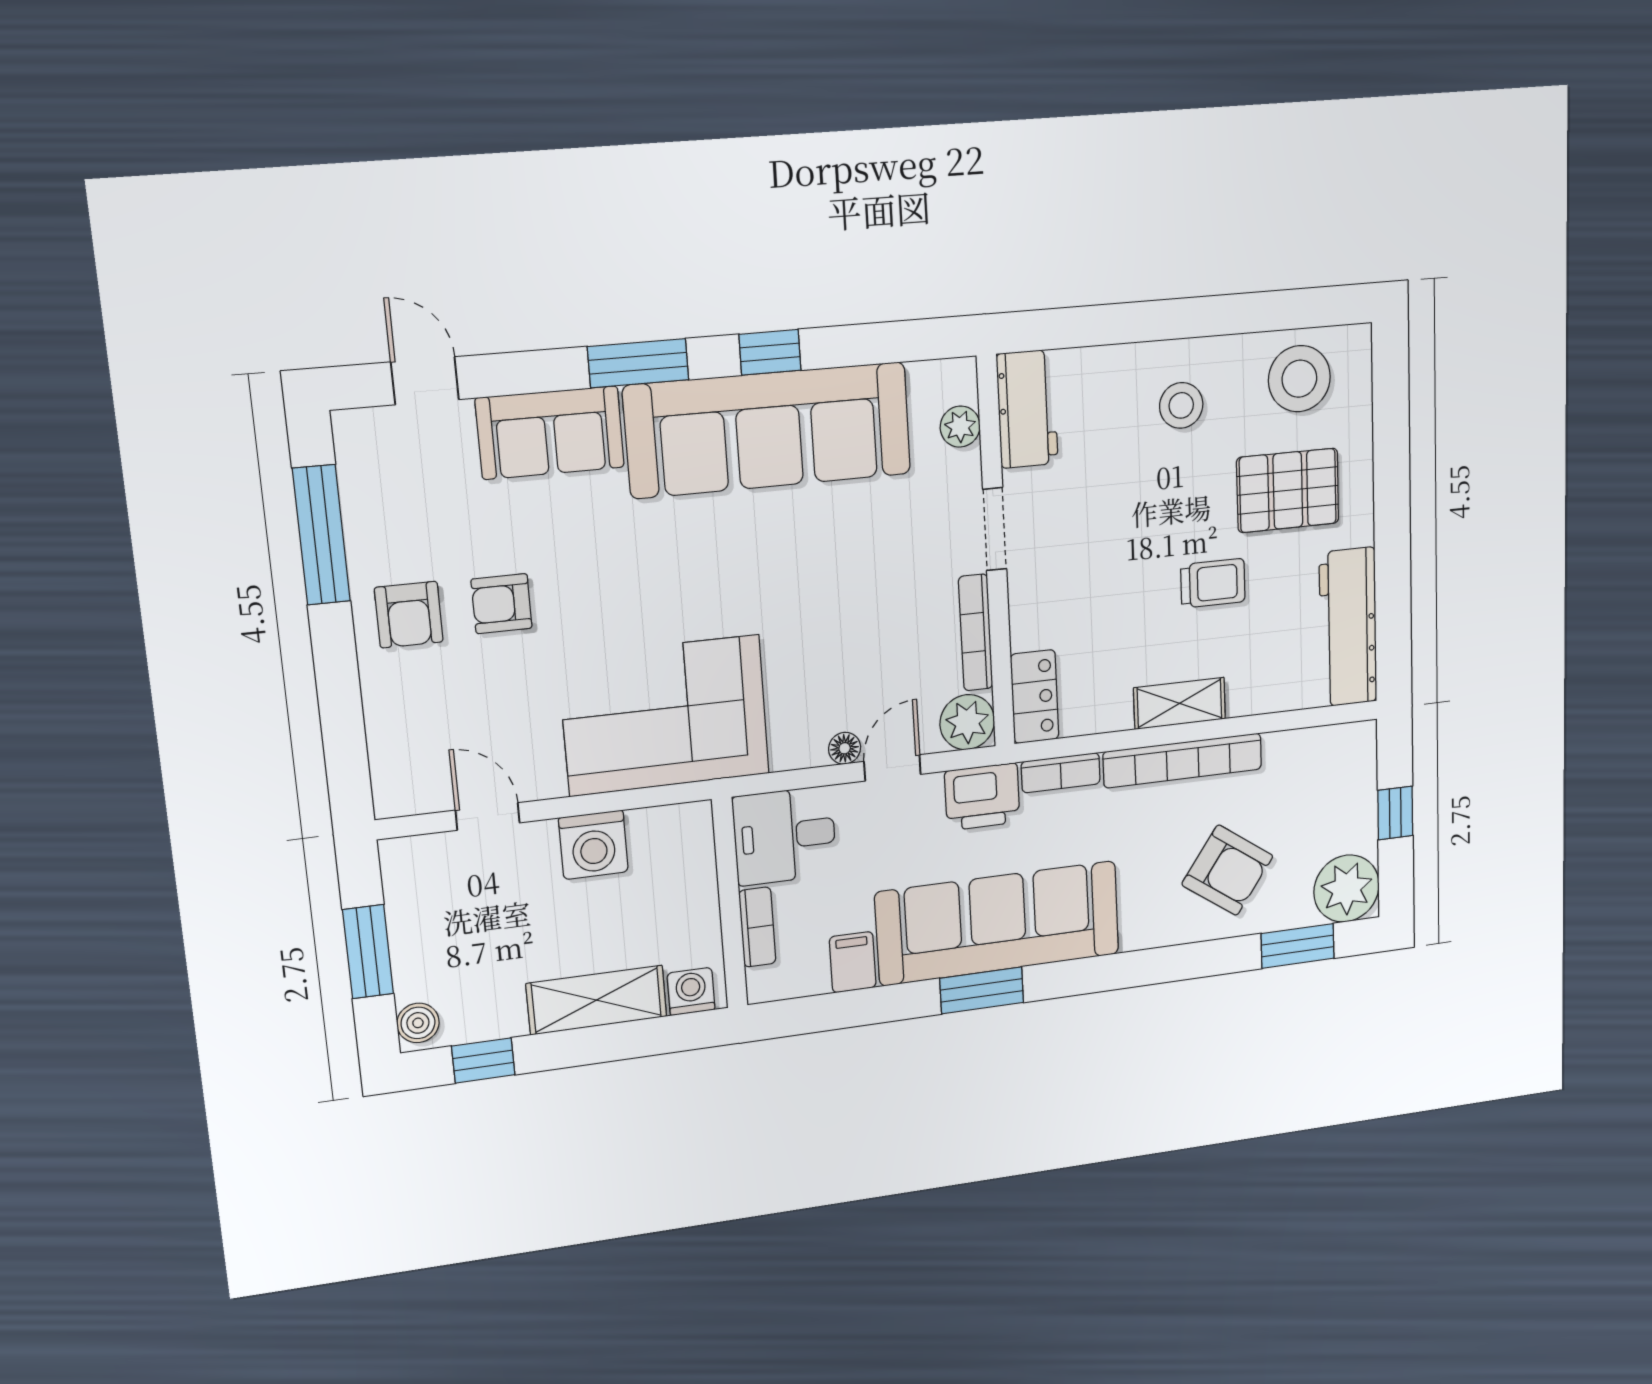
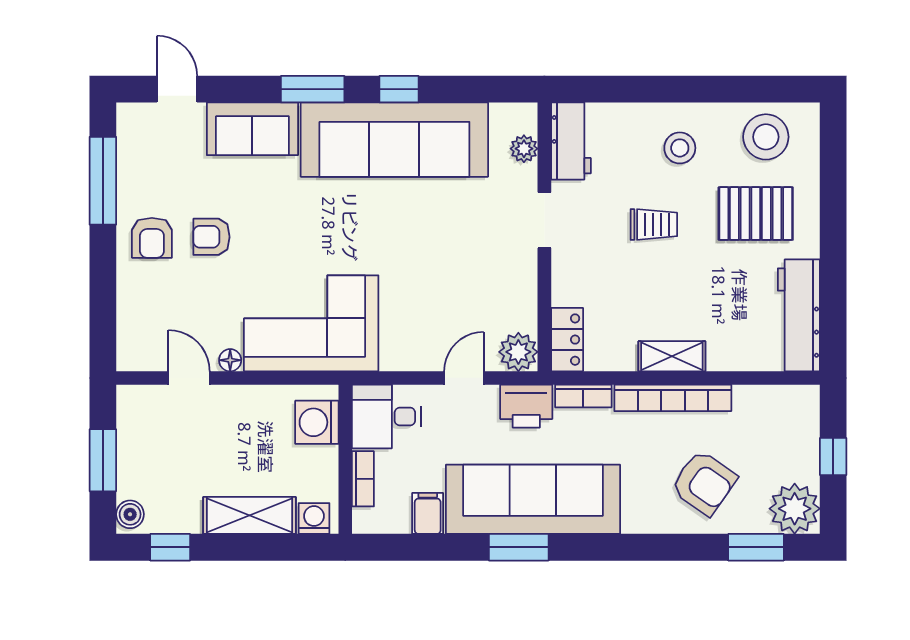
trolley: (1213, 583) -> (654, 224), moved
bookcase: (976, 633) -> (528, 290), removed
floor lamp: (845, 748) -> (230, 360), moved
washing machine: (593, 845) -> (317, 422), moved, turned 90

